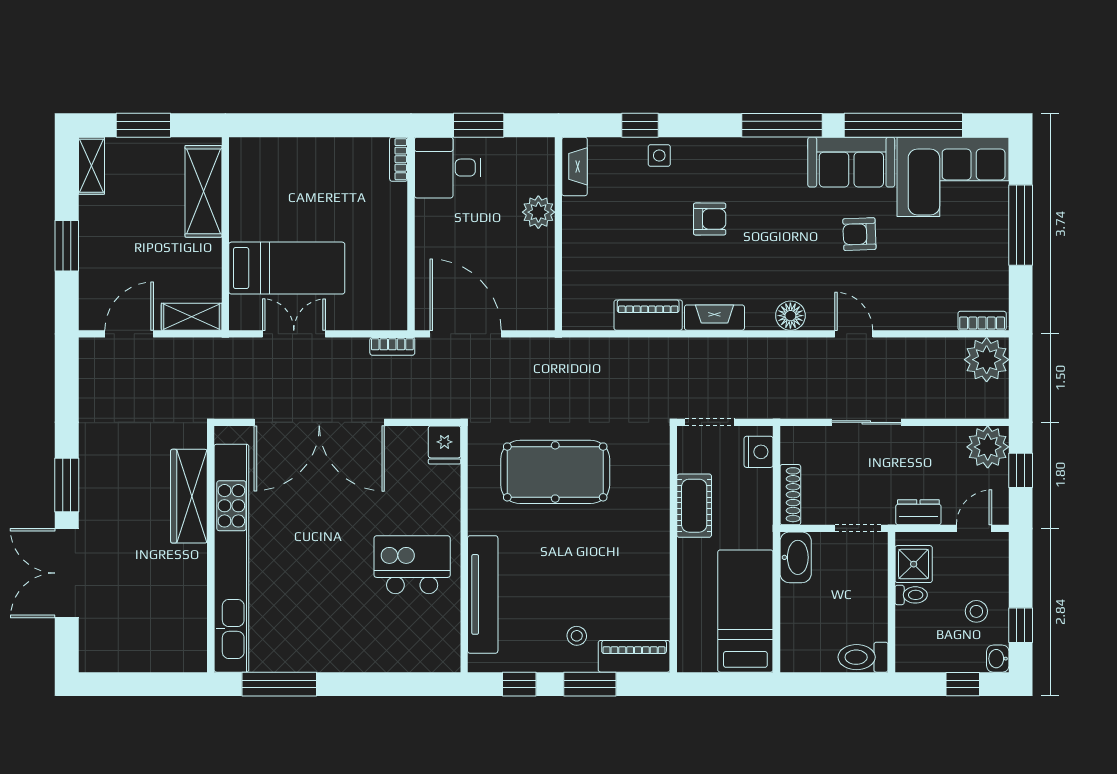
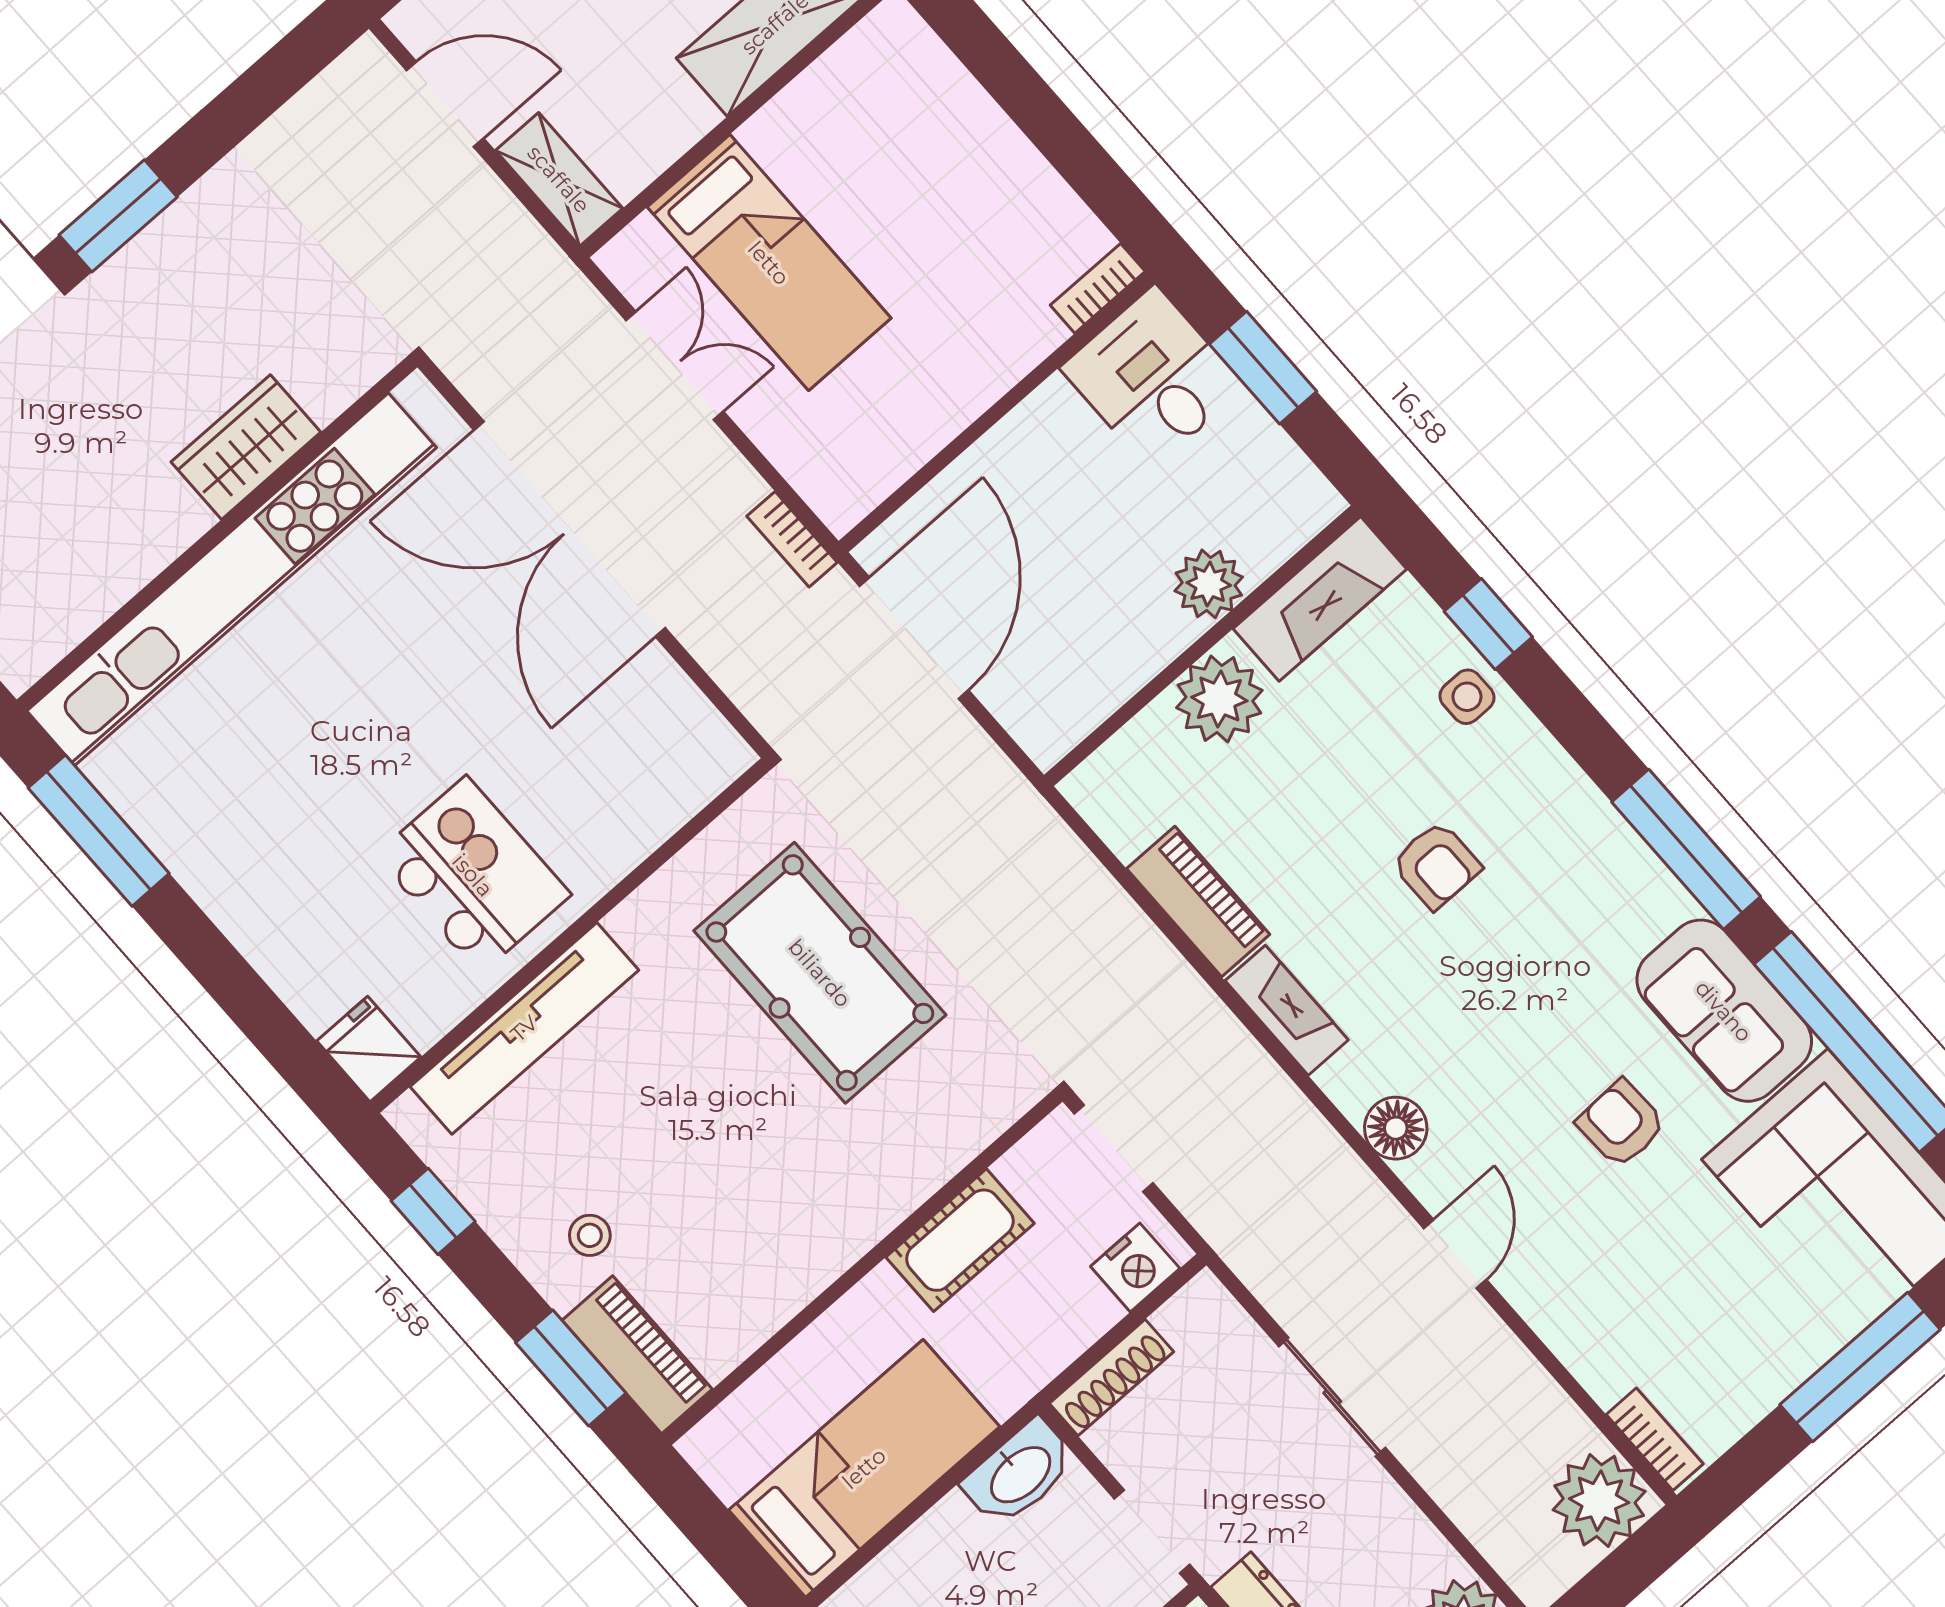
fireplace: (575, 166) -> (1320, 599), width x1.37, depth x1.32
plant: (583, 244) -> (1219, 699), added
fridge: (444, 445) -> (369, 1049), moved, turned 90
wardrobe: (189, 496) -> (246, 447), width x0.67
window: (590, 684) -> (571, 1368), moved

